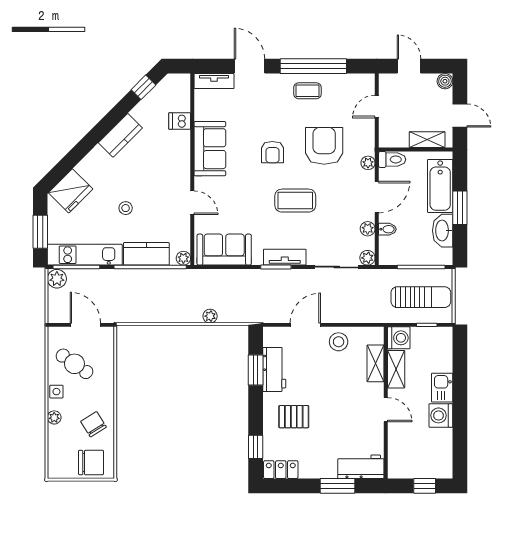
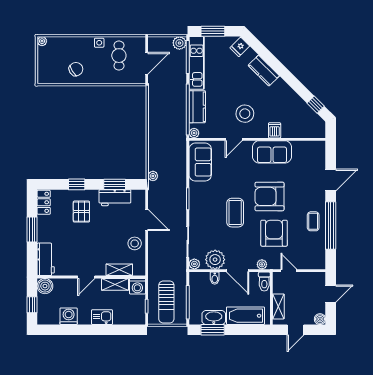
tv unit: (214, 81) -> (320, 155), removed
door: (377, 107) -> (289, 271), moved
dishwasher: (180, 121) -> (275, 130), moved
kitchen counter: (120, 135) -> (264, 71), moved
armchair: (324, 146) -> (274, 233), turned -90
armchair: (272, 152) -> (270, 196), width x1.88, depth x1.88
fridge: (71, 191) -> (240, 47), width x0.53, depth x0.75
stool: (126, 208) -> (245, 114), moved, width x1.89, depth x1.89
window: (460, 208) -> (213, 330), moved
plant: (368, 229) -> (215, 260), width x1.88, depth x1.88
tv unit: (285, 257) -> (195, 205), removed
plant: (210, 316) -> (153, 176), moved
cafe table: (74, 364) -> (119, 56), turned -35
washing machine: (441, 415) -> (69, 316), moved
plant: (54, 417) -> (42, 41), moved
window: (256, 447) -> (77, 184), moved
chair: (91, 463) -> (49, 67), removed
boiler: (398, 468) -> (45, 286), added
window: (337, 486) -> (32, 229), moved

